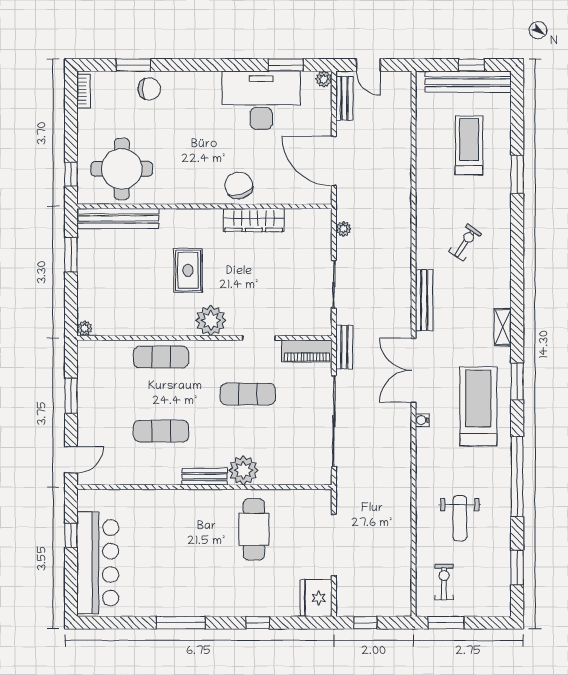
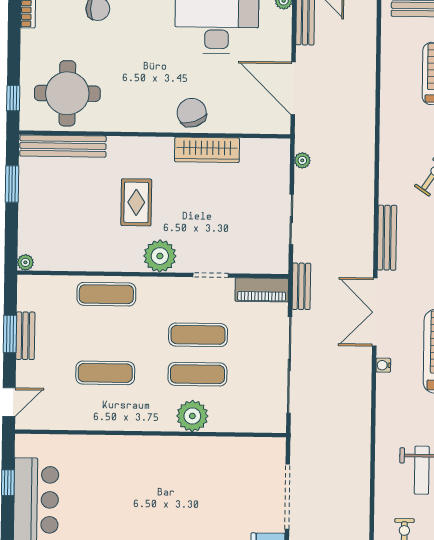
exercise mat: (248, 431) -> (197, 374), added
bench: (205, 477) -> (25, 336), moved, turned 90
cafe table: (254, 529) -> (203, 479), removed

